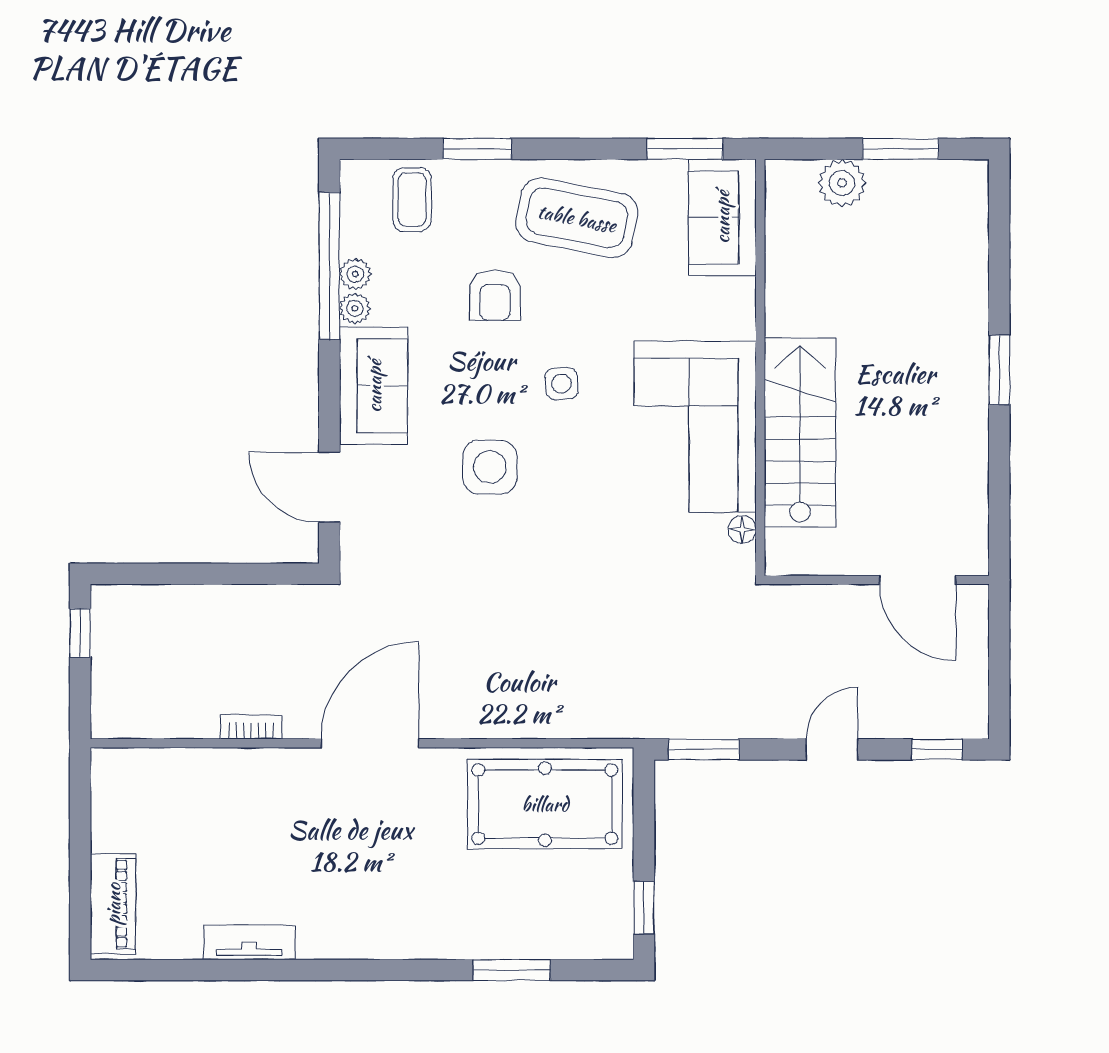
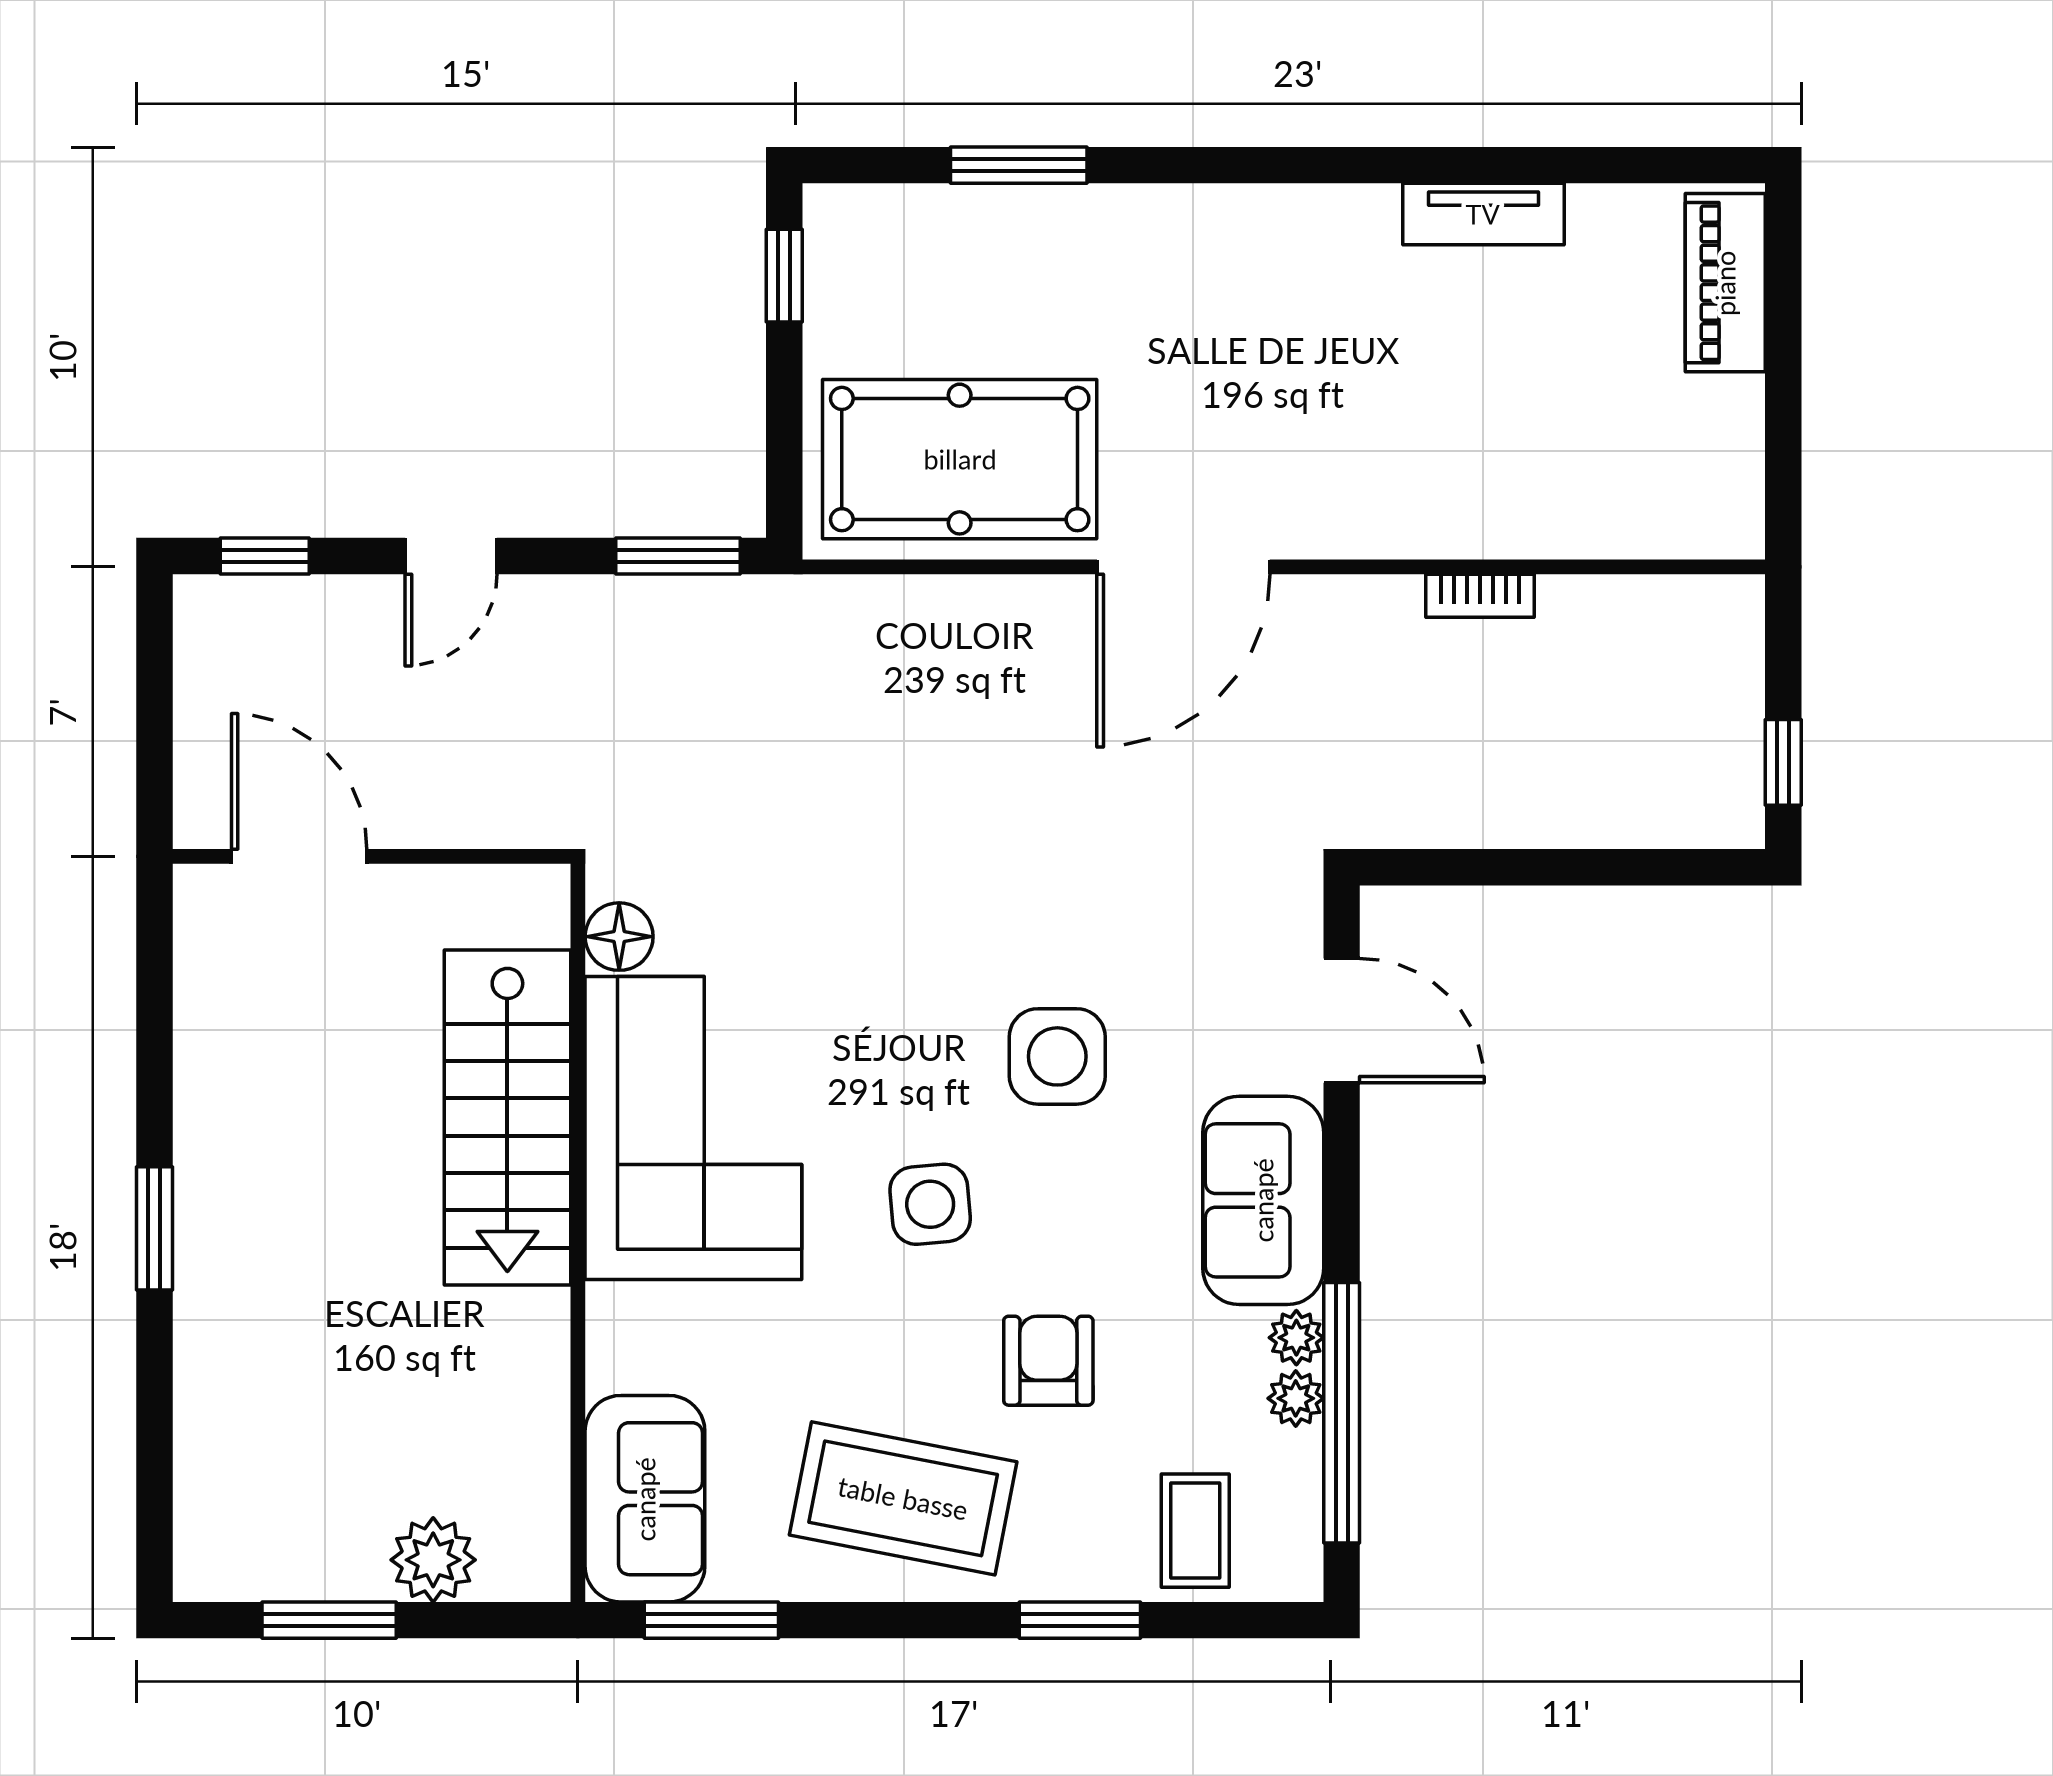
side table: (562, 384) -> (930, 1204), width x1.37, depth x1.37
floor lamp: (742, 529) -> (619, 937), width x1.37, depth x1.37
door: (370, 743) -> (1183, 567), moved

